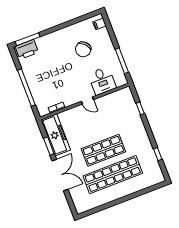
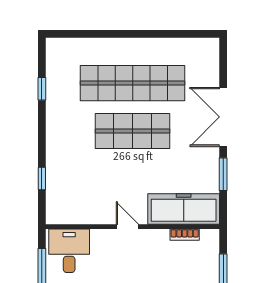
desk: (102, 81) -> (69, 251), moved
freezer: (56, 135) -> (184, 209), moved, turned 90

